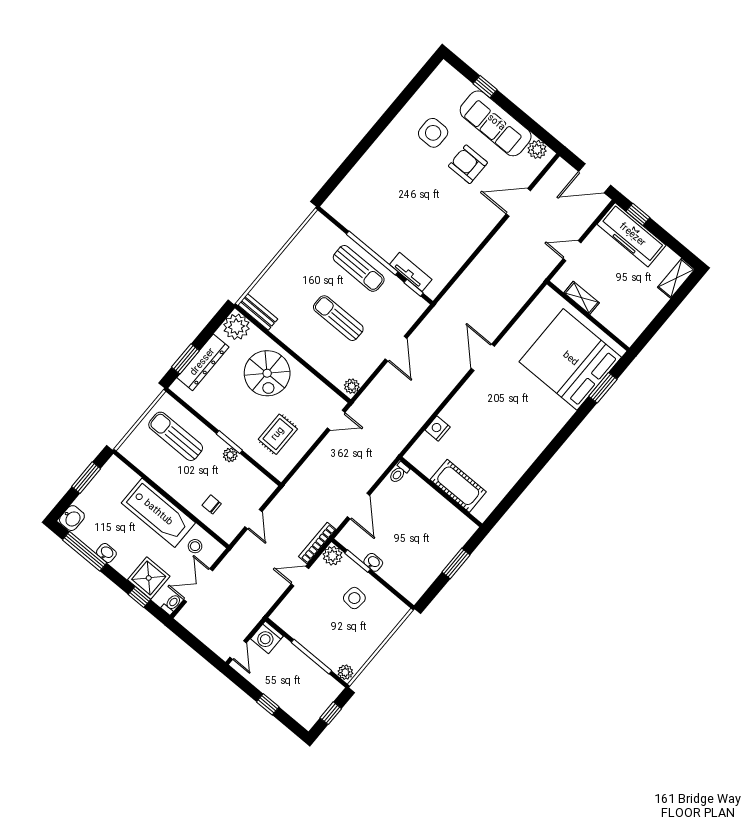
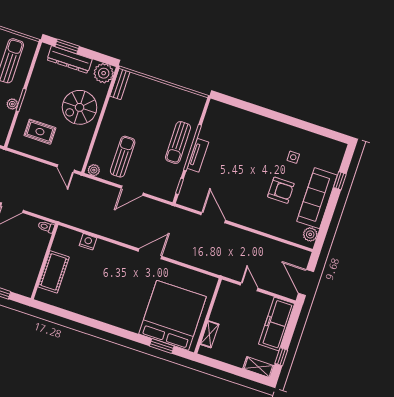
side table: (433, 133) -> (293, 157), width x0.54, depth x0.54
armchair: (468, 164) -> (281, 190), turned 90
door: (518, 202) -> (213, 218), moved
window: (638, 214) -> (281, 357), moved
tv unit: (411, 272) -> (198, 155), moved
shelving: (582, 298) -> (210, 334), moved
sun lounger: (338, 318) -> (123, 157), moved

